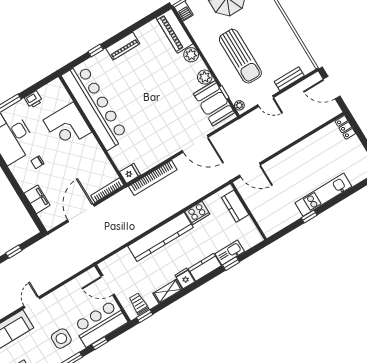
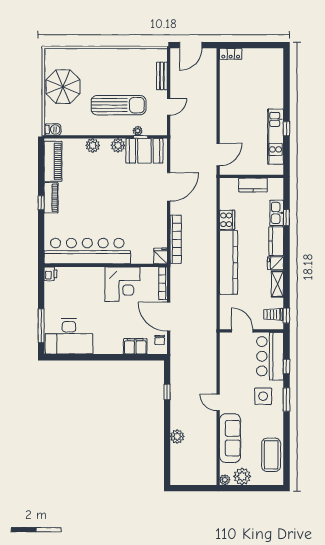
piano: (174, 31) -> (53, 161), moved, turned -90
window: (96, 51) -> (41, 203), moved
printer: (33, 99) -> (50, 274), moved
plant: (239, 105) -> (138, 131), moved
corner desk: (67, 126) -> (122, 284), moved
chair: (38, 162) -> (160, 340), moved
kitchen unit: (323, 195) -> (276, 137), moved
kitchen counter: (235, 206) -> (253, 185), moved
door: (108, 285) -> (242, 331), swing flipped

